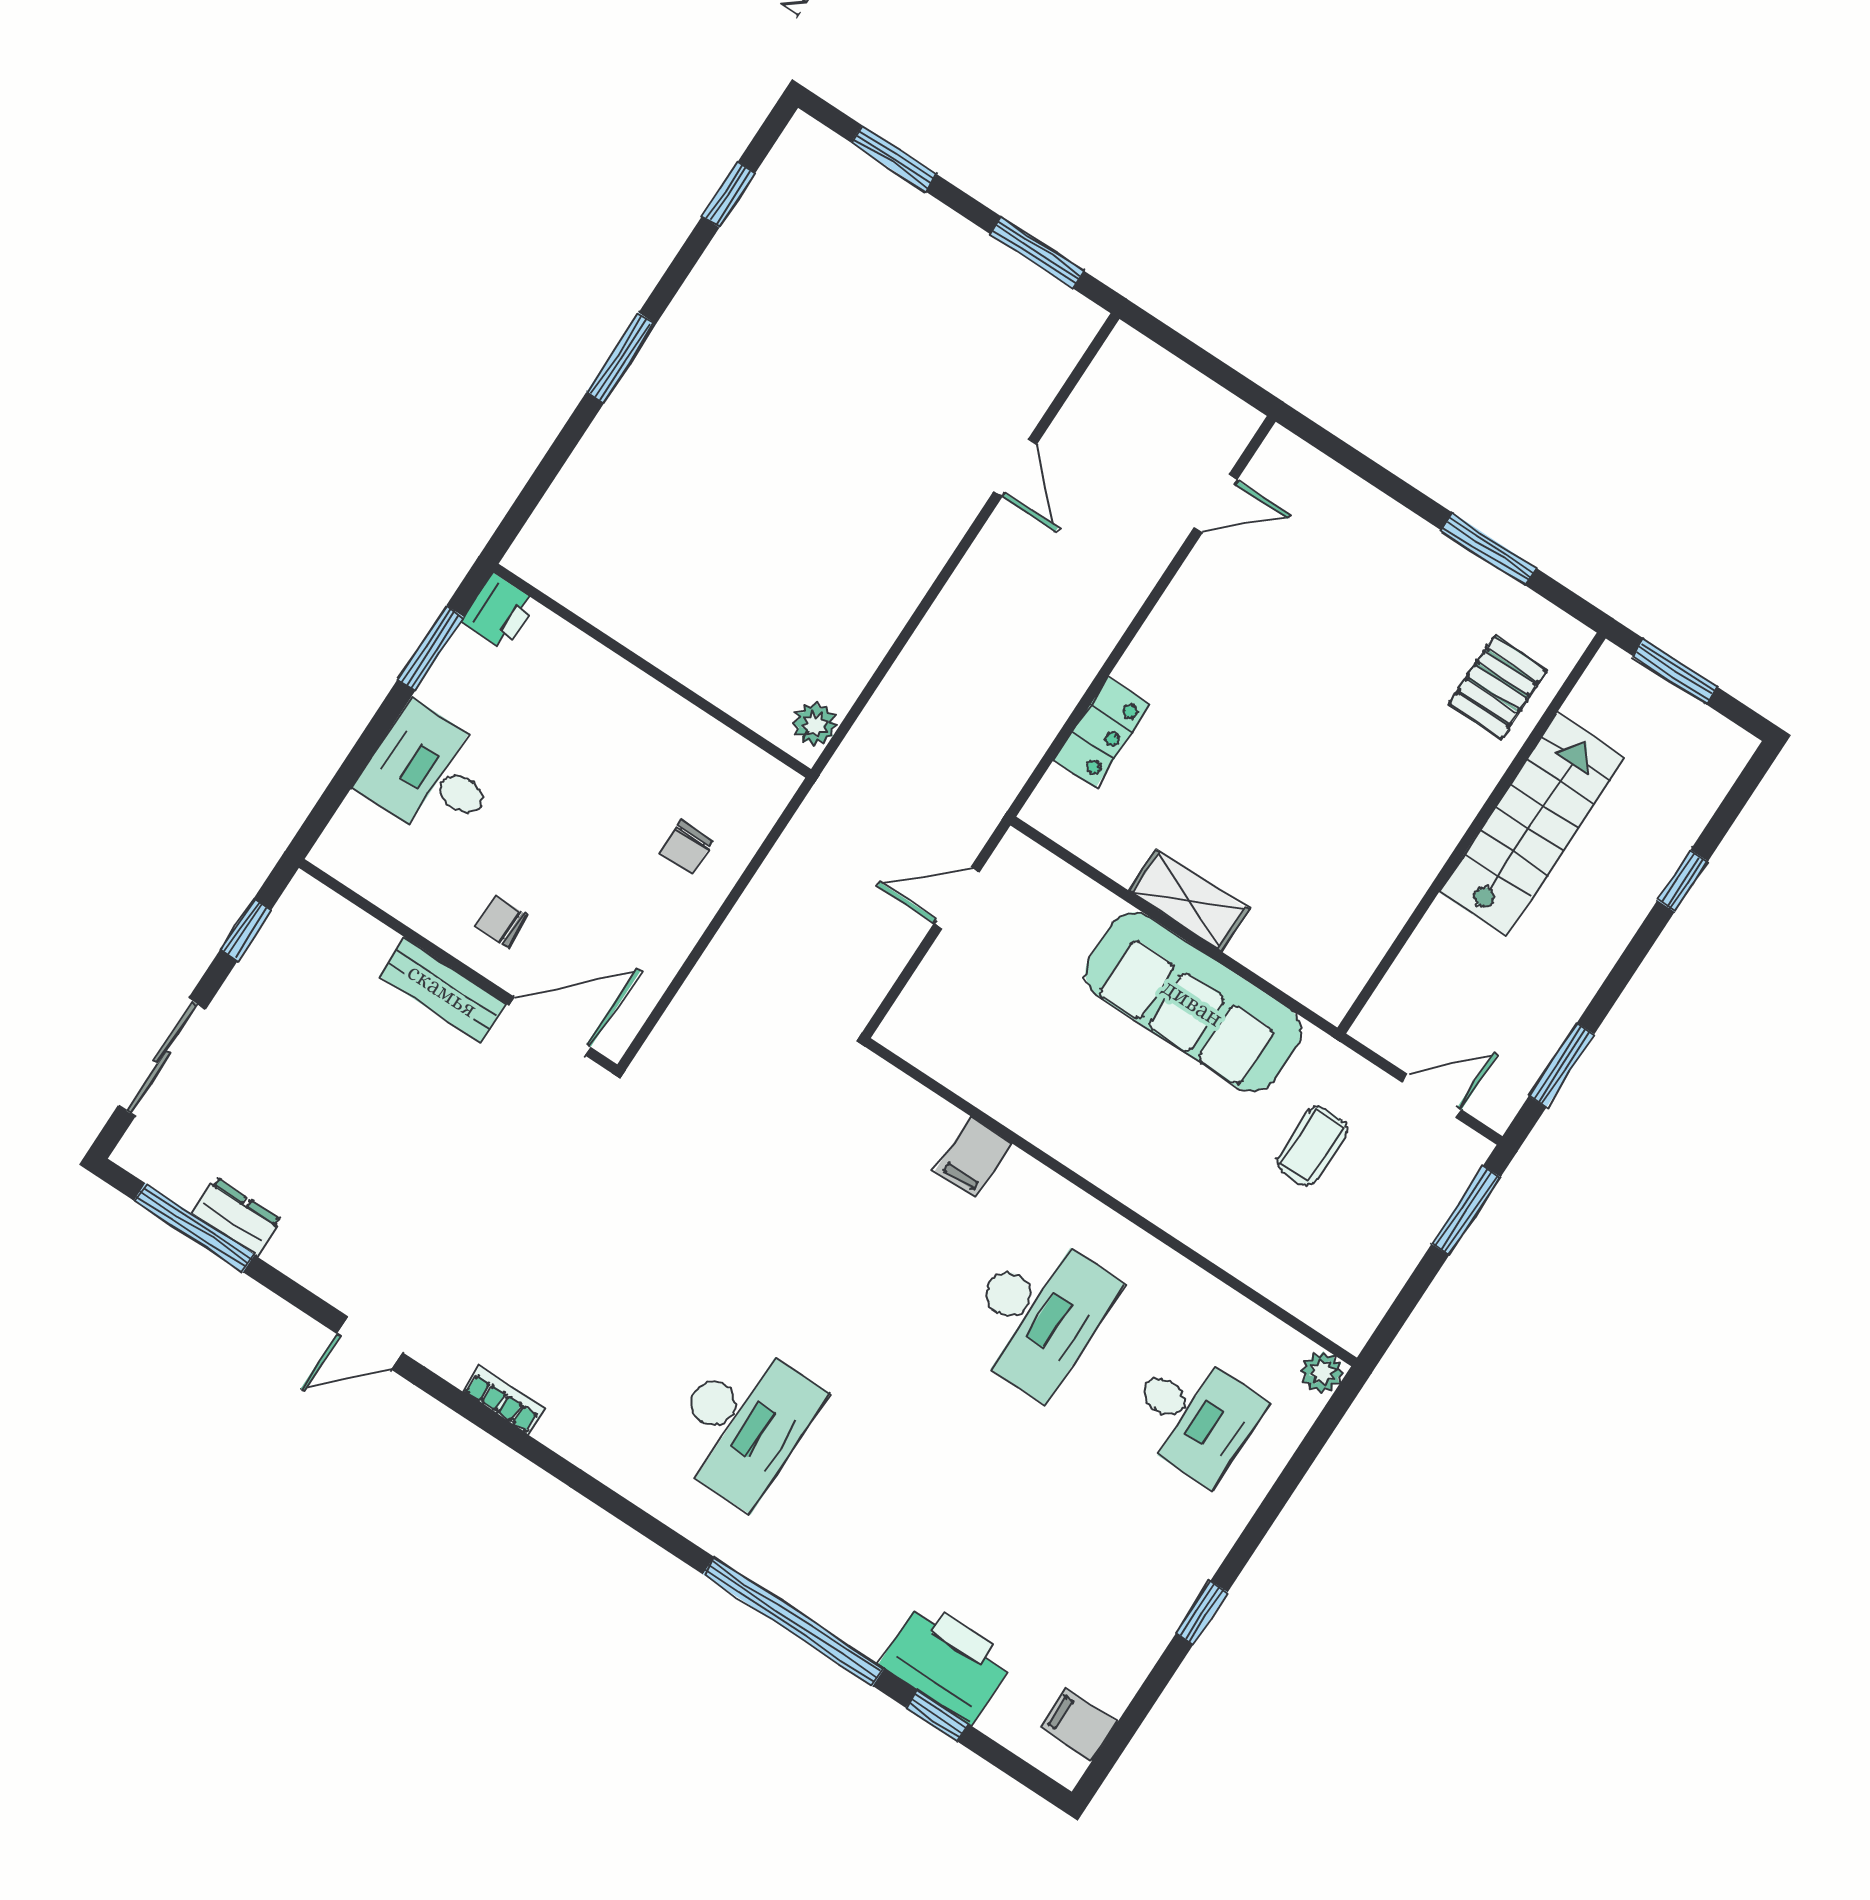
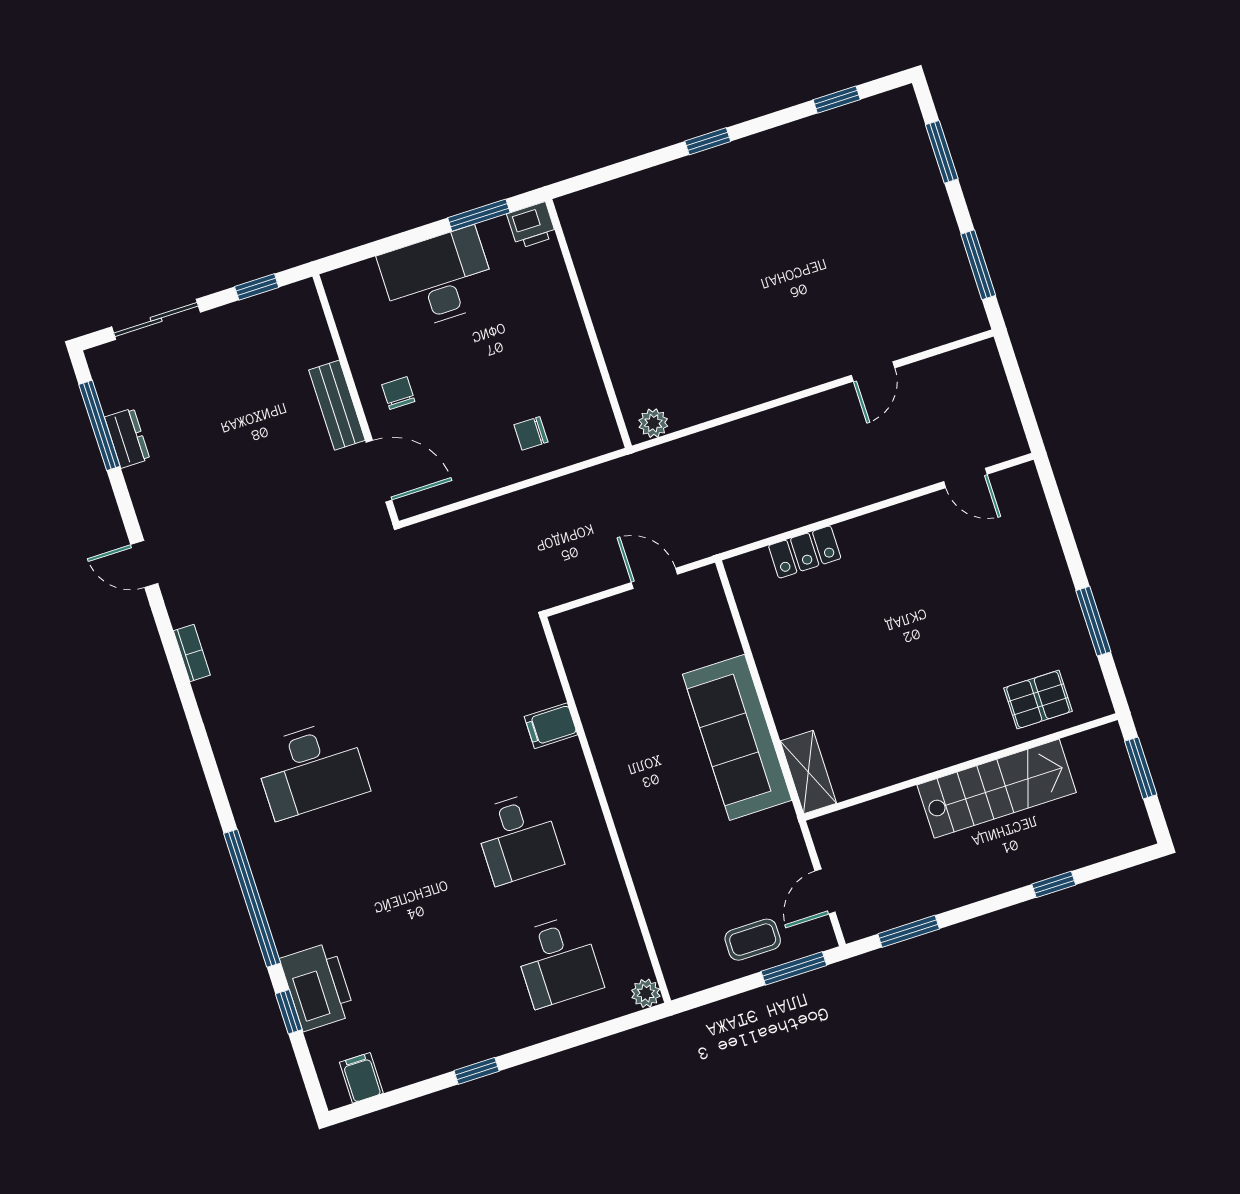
window: (621, 358) -> (708, 141), width x0.67
desk: (431, 774) -> (438, 279), width x1.37
shelving: (1189, 900) -> (808, 772), moved
door: (1432, 1096) -> (825, 892), swing flipped
coffee table: (1312, 1146) -> (753, 940), moved
desk: (1038, 1313) -> (518, 838), width x0.73

